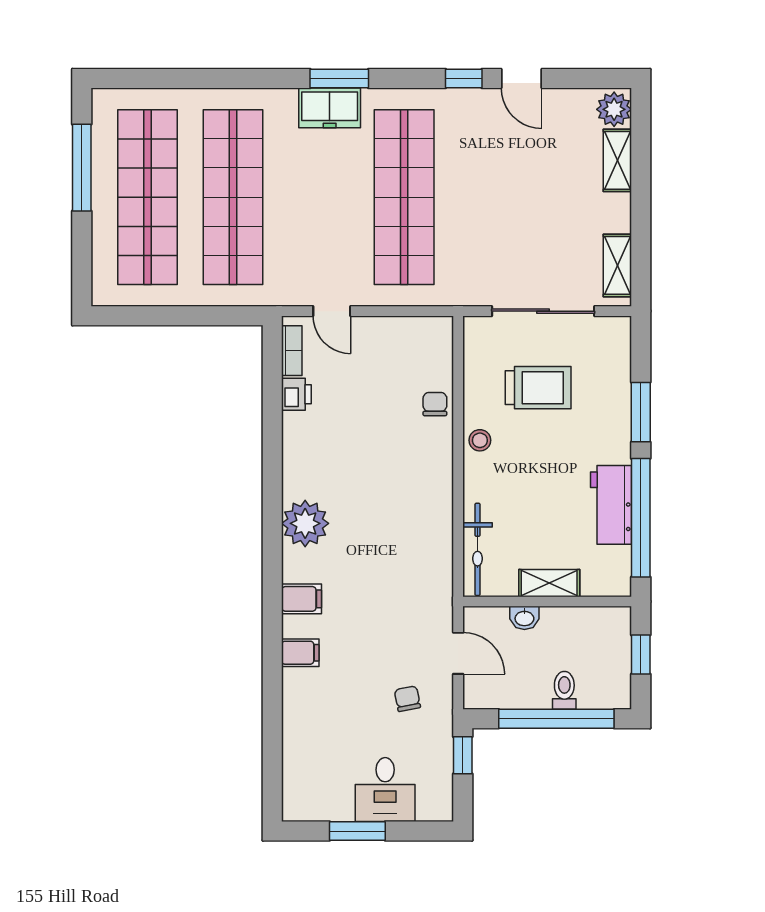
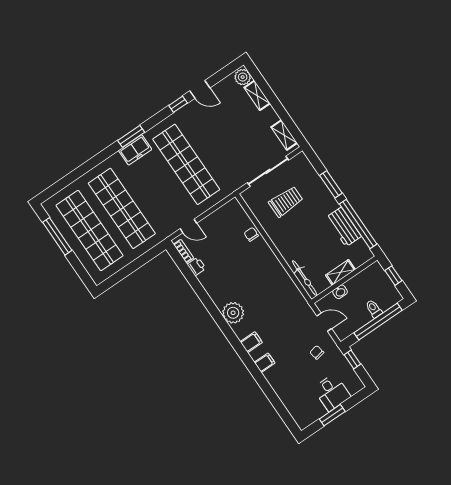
stool: (480, 440) -> (277, 236), removed

